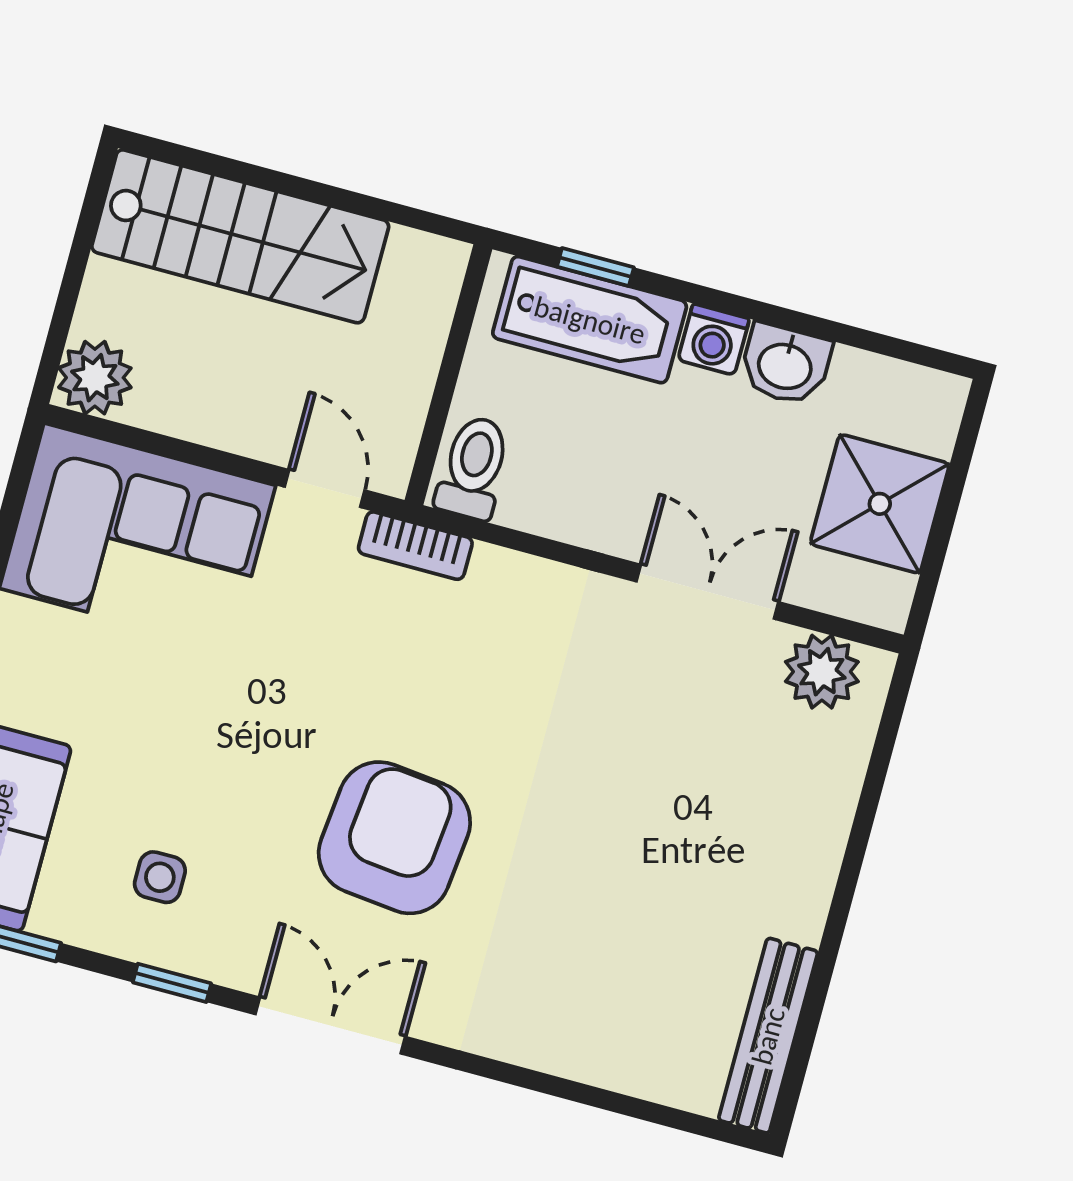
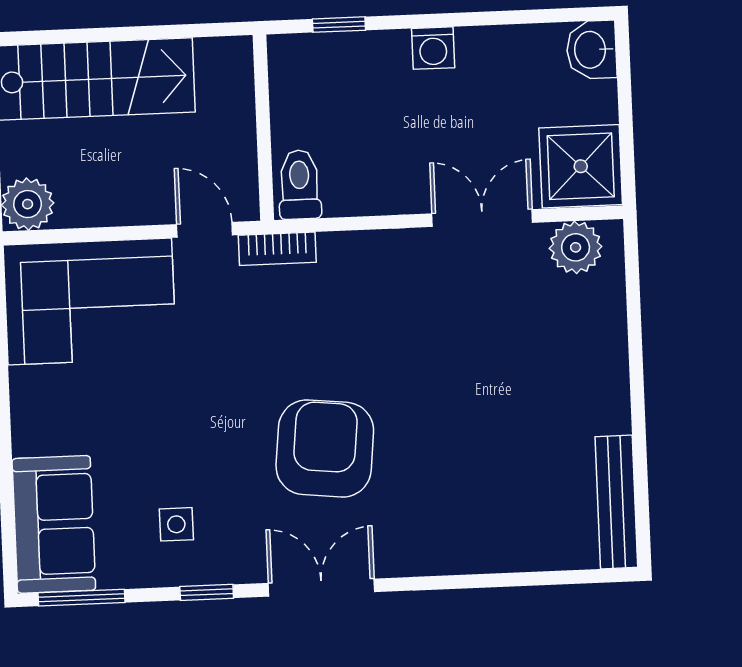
bathtub: (590, 320) -> (346, 61), removed
washbasin: (785, 364) -> (592, 50), moved, turned 90
shower: (880, 504) -> (581, 166), moved

